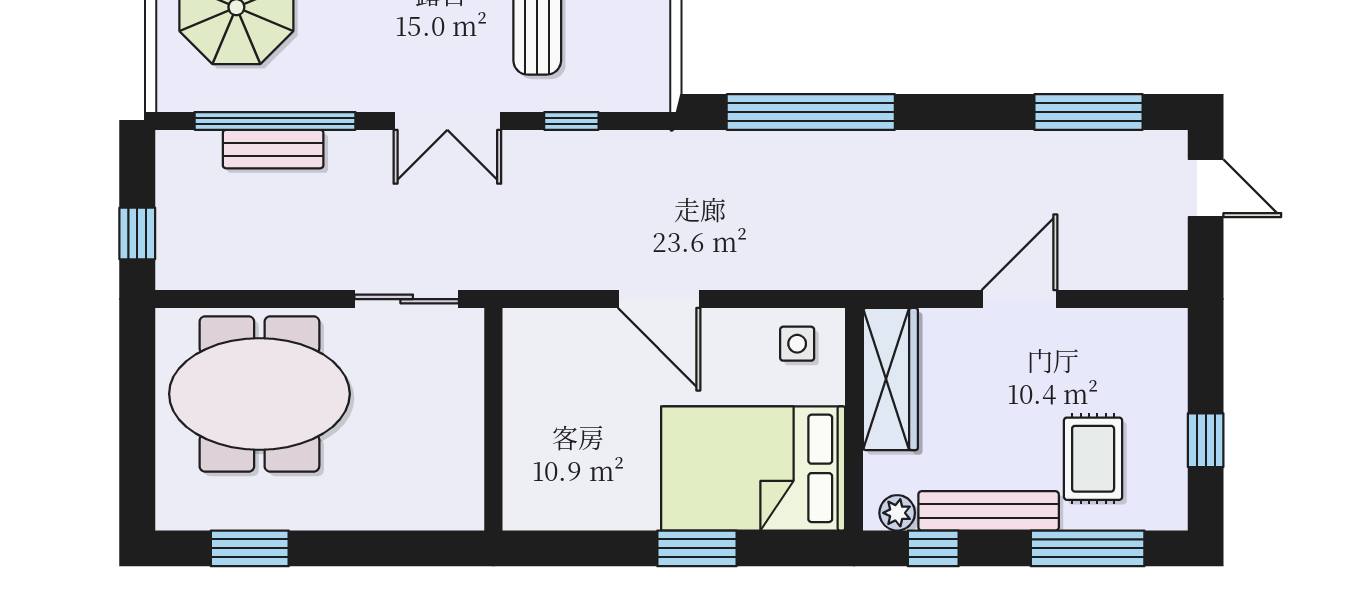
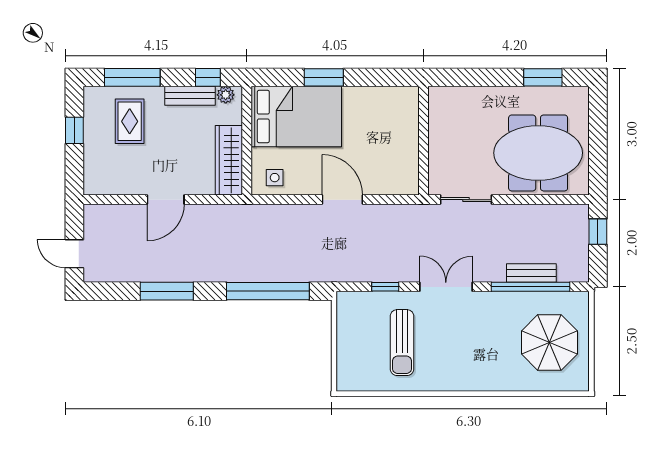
window: (1089, 112) -> (167, 291), moved
bench: (989, 511) -> (190, 96), width x0.73

